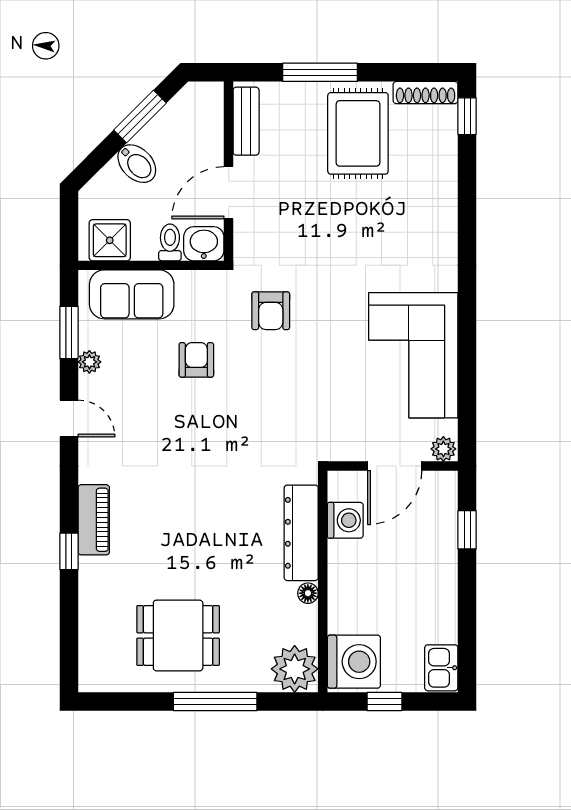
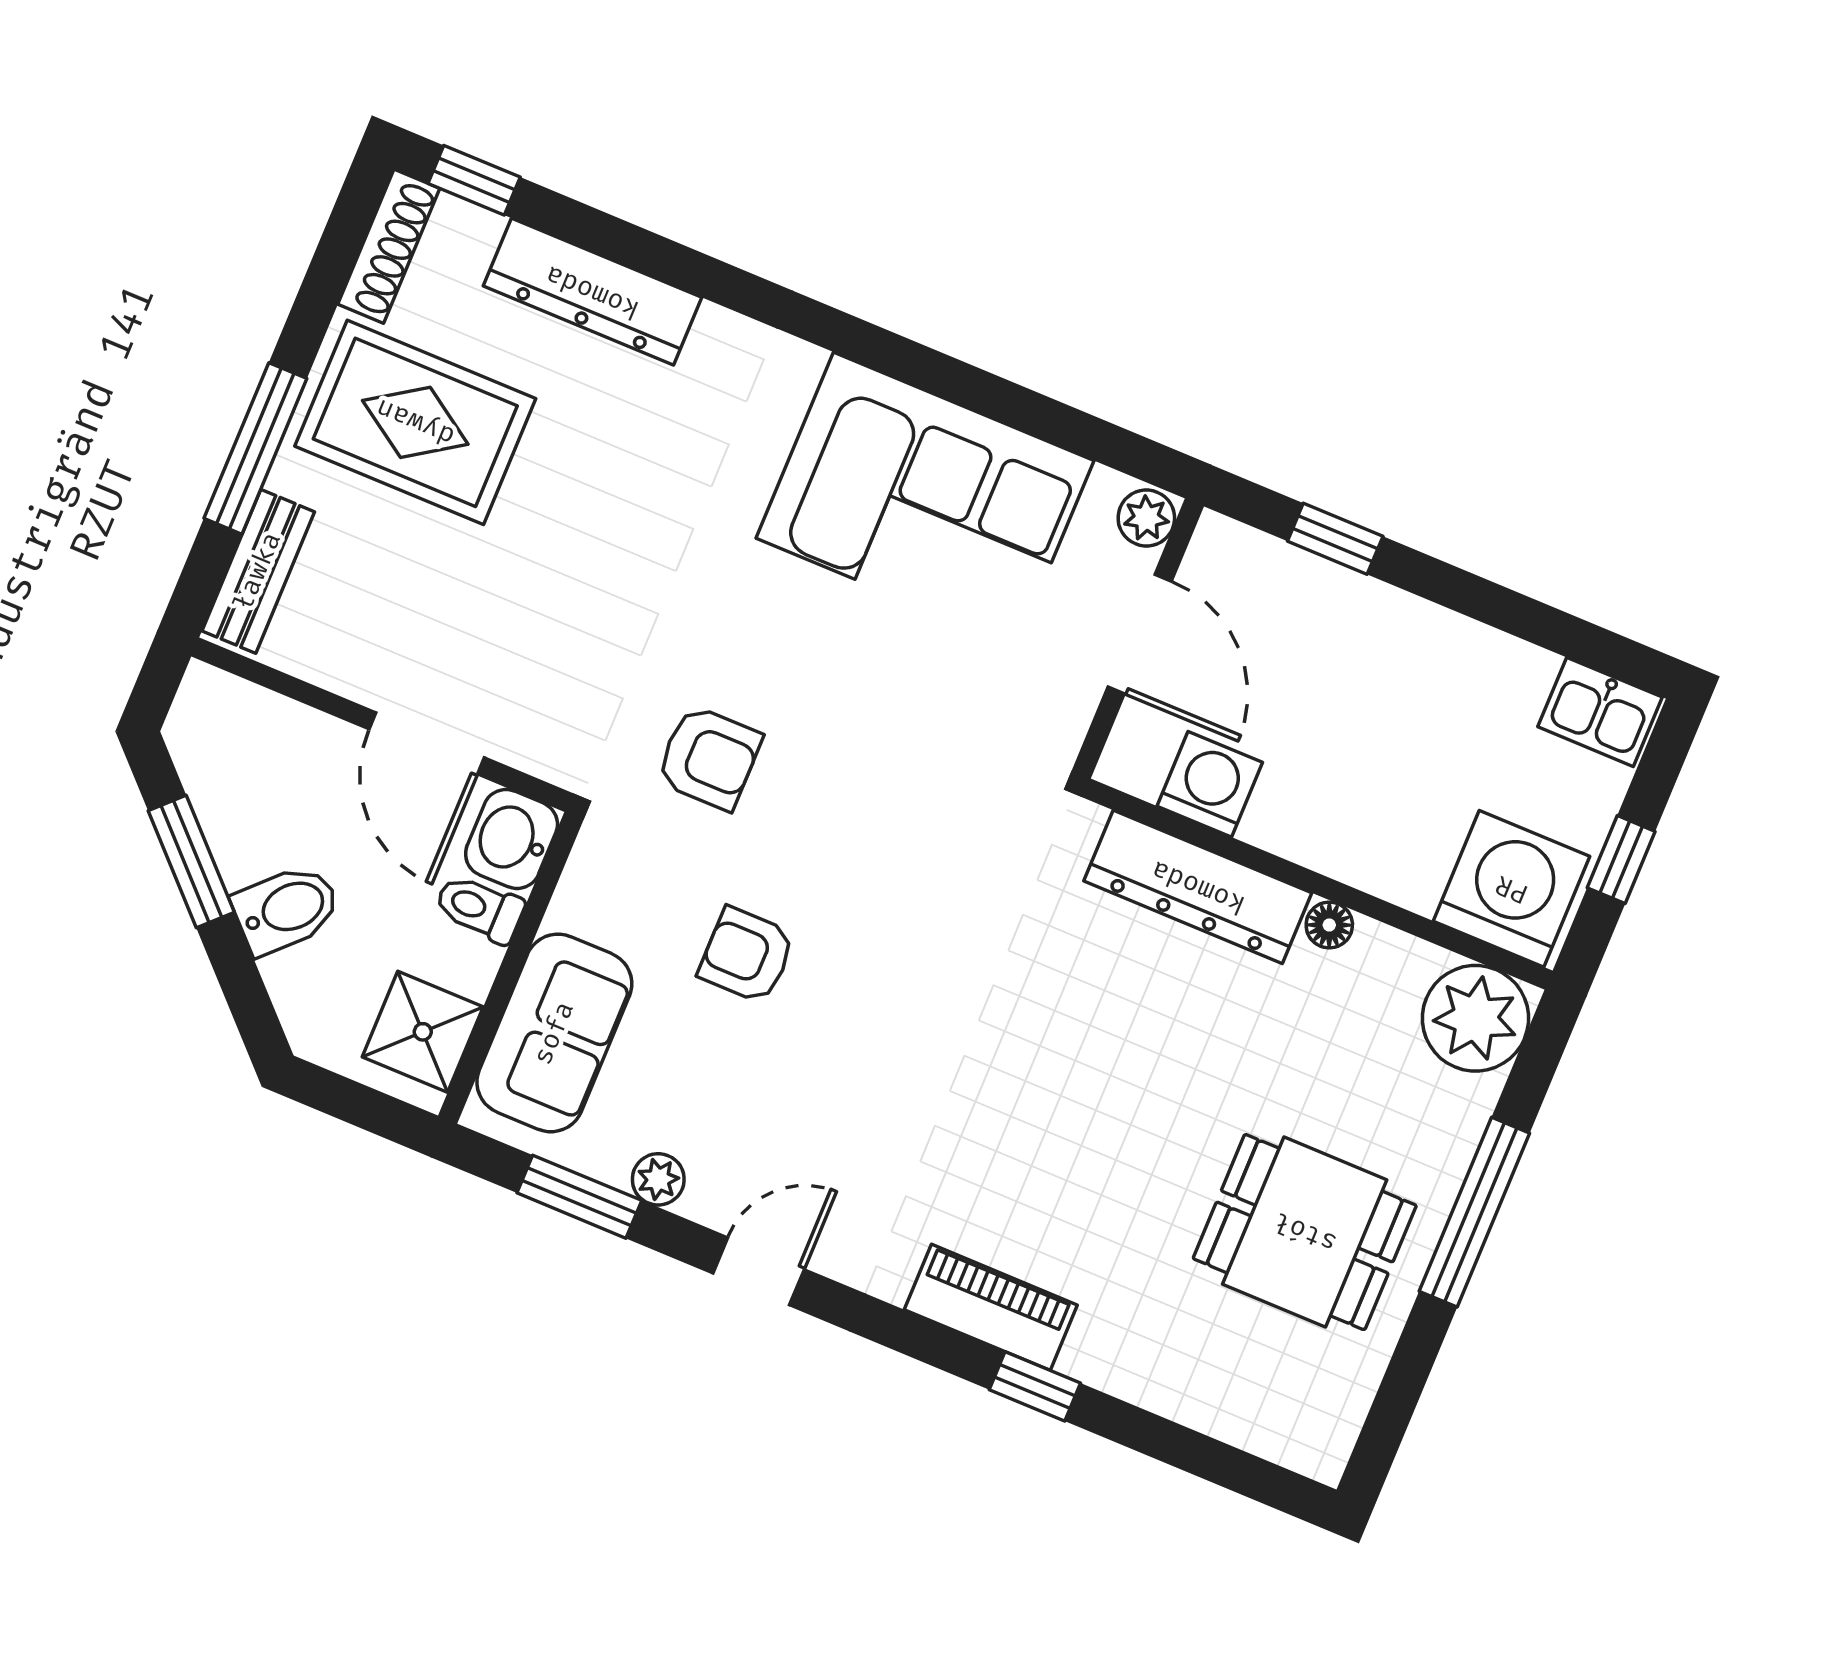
bench: (246, 121) -> (258, 571), moved, turned 90
dresser: (442, 184) -> (592, 292), added
dining table: (178, 635) -> (1305, 1232), turned 90

